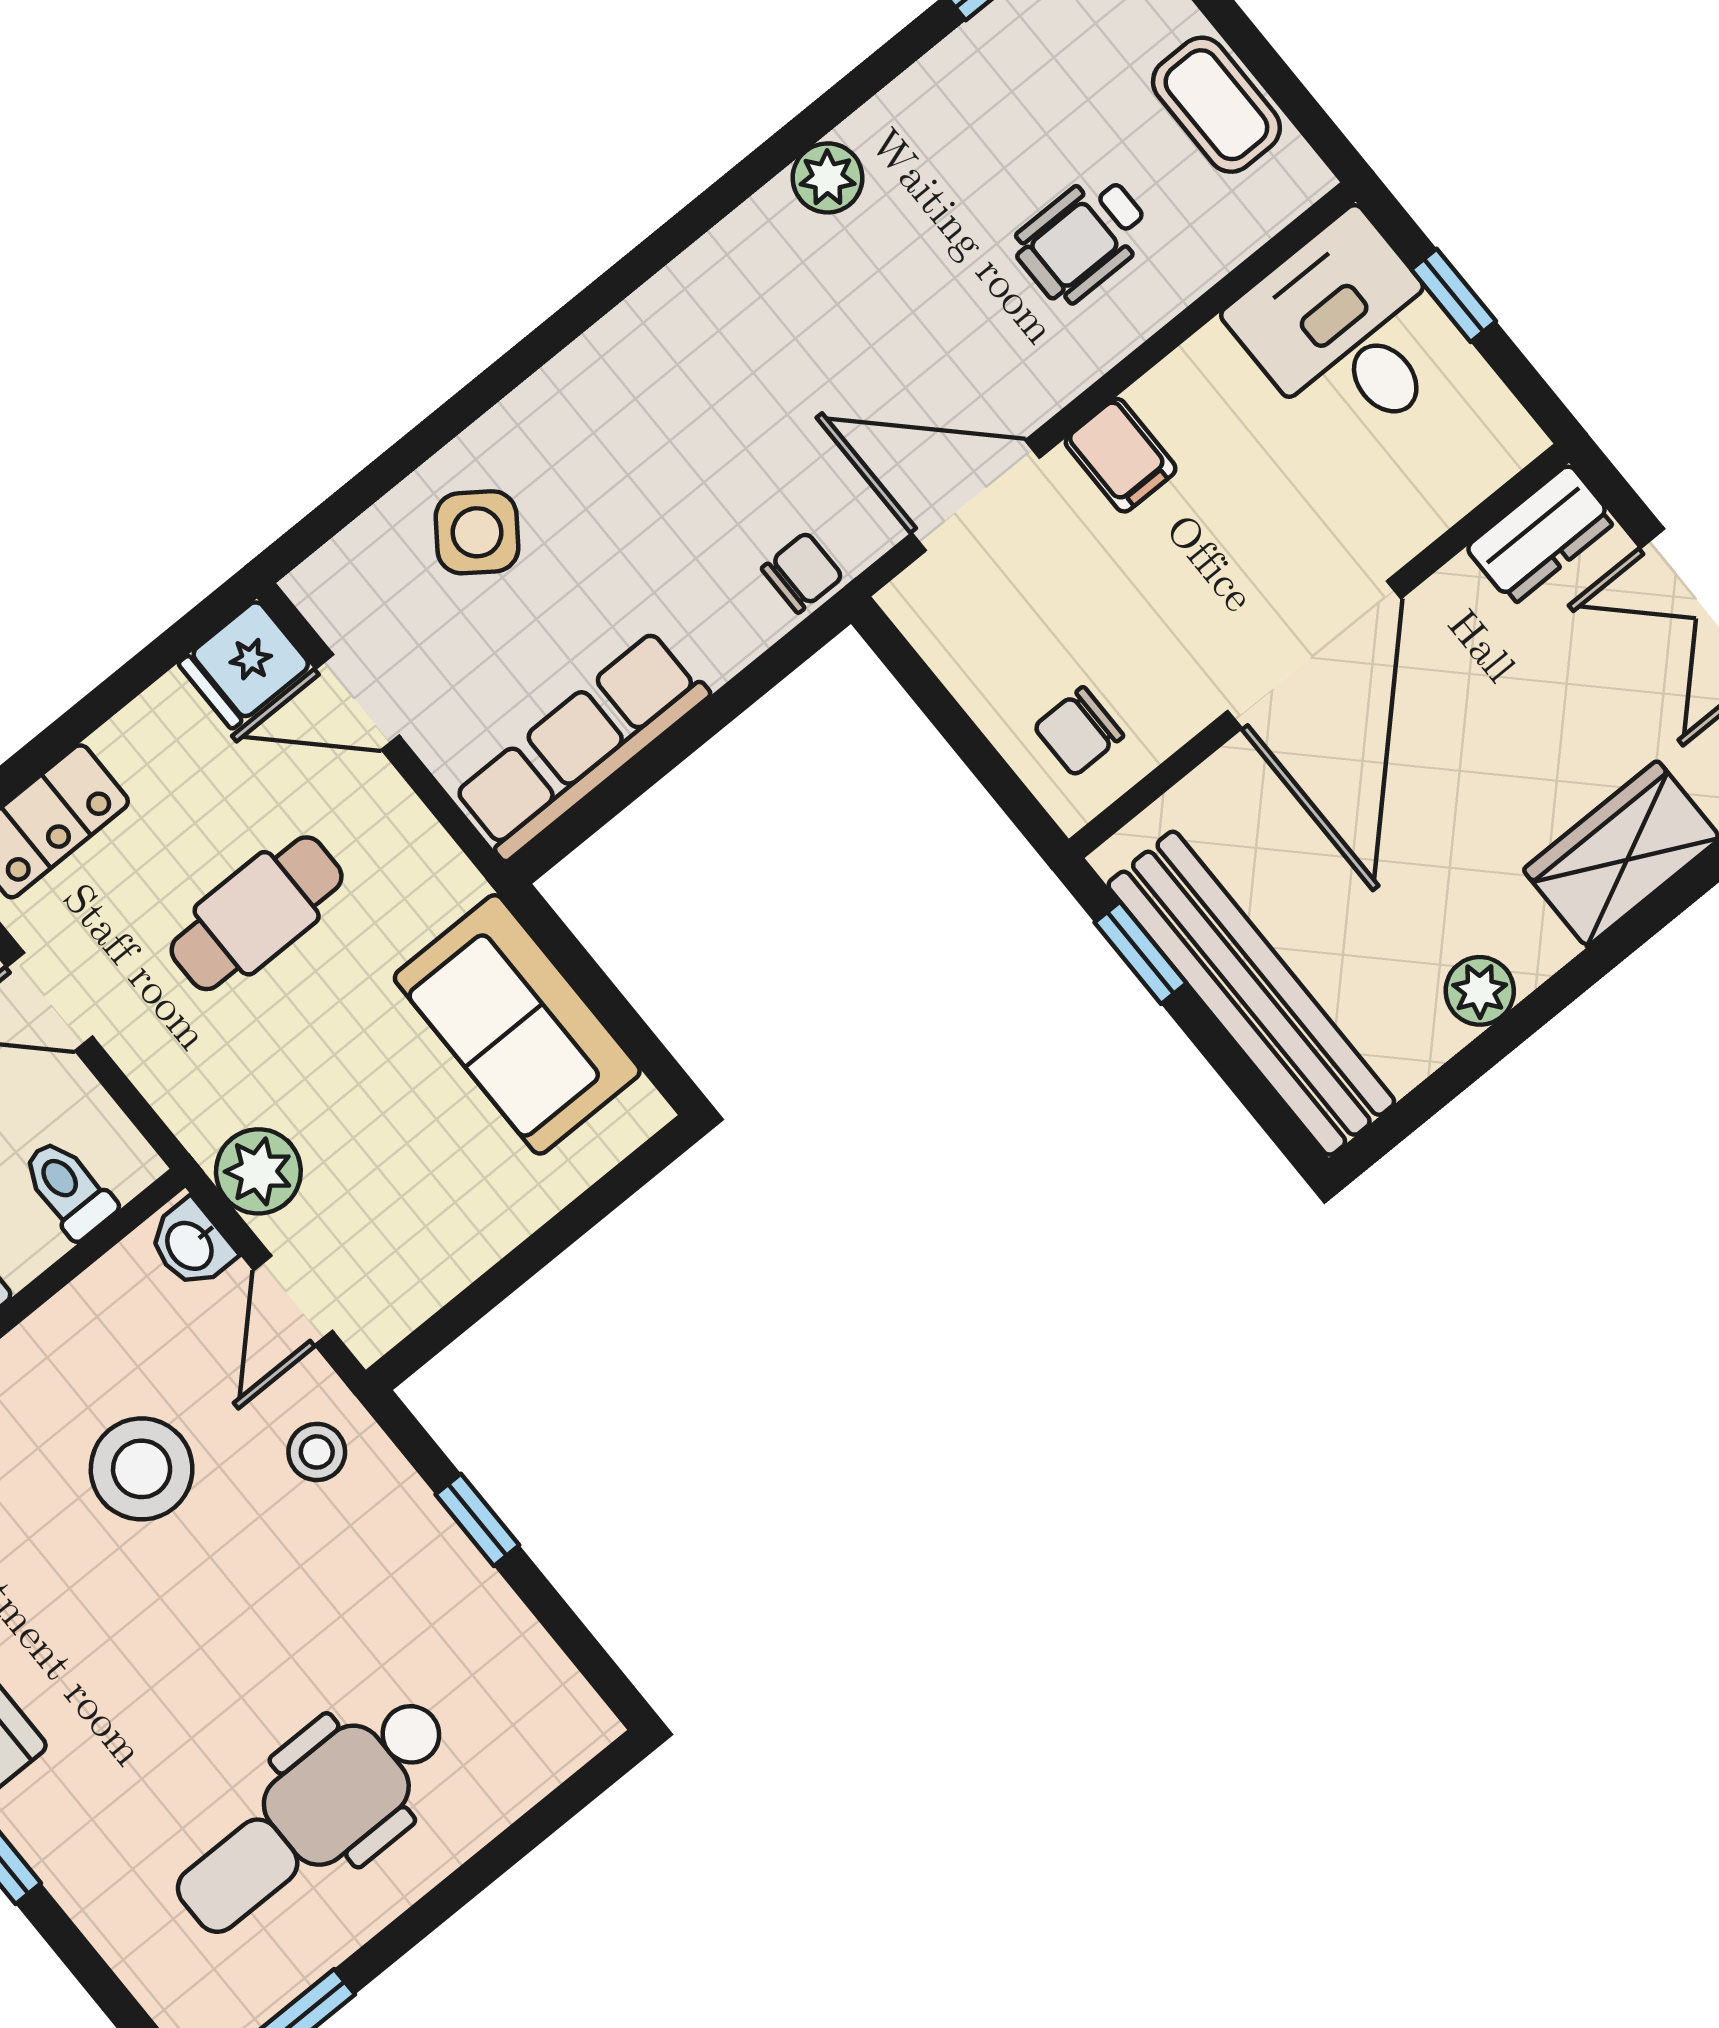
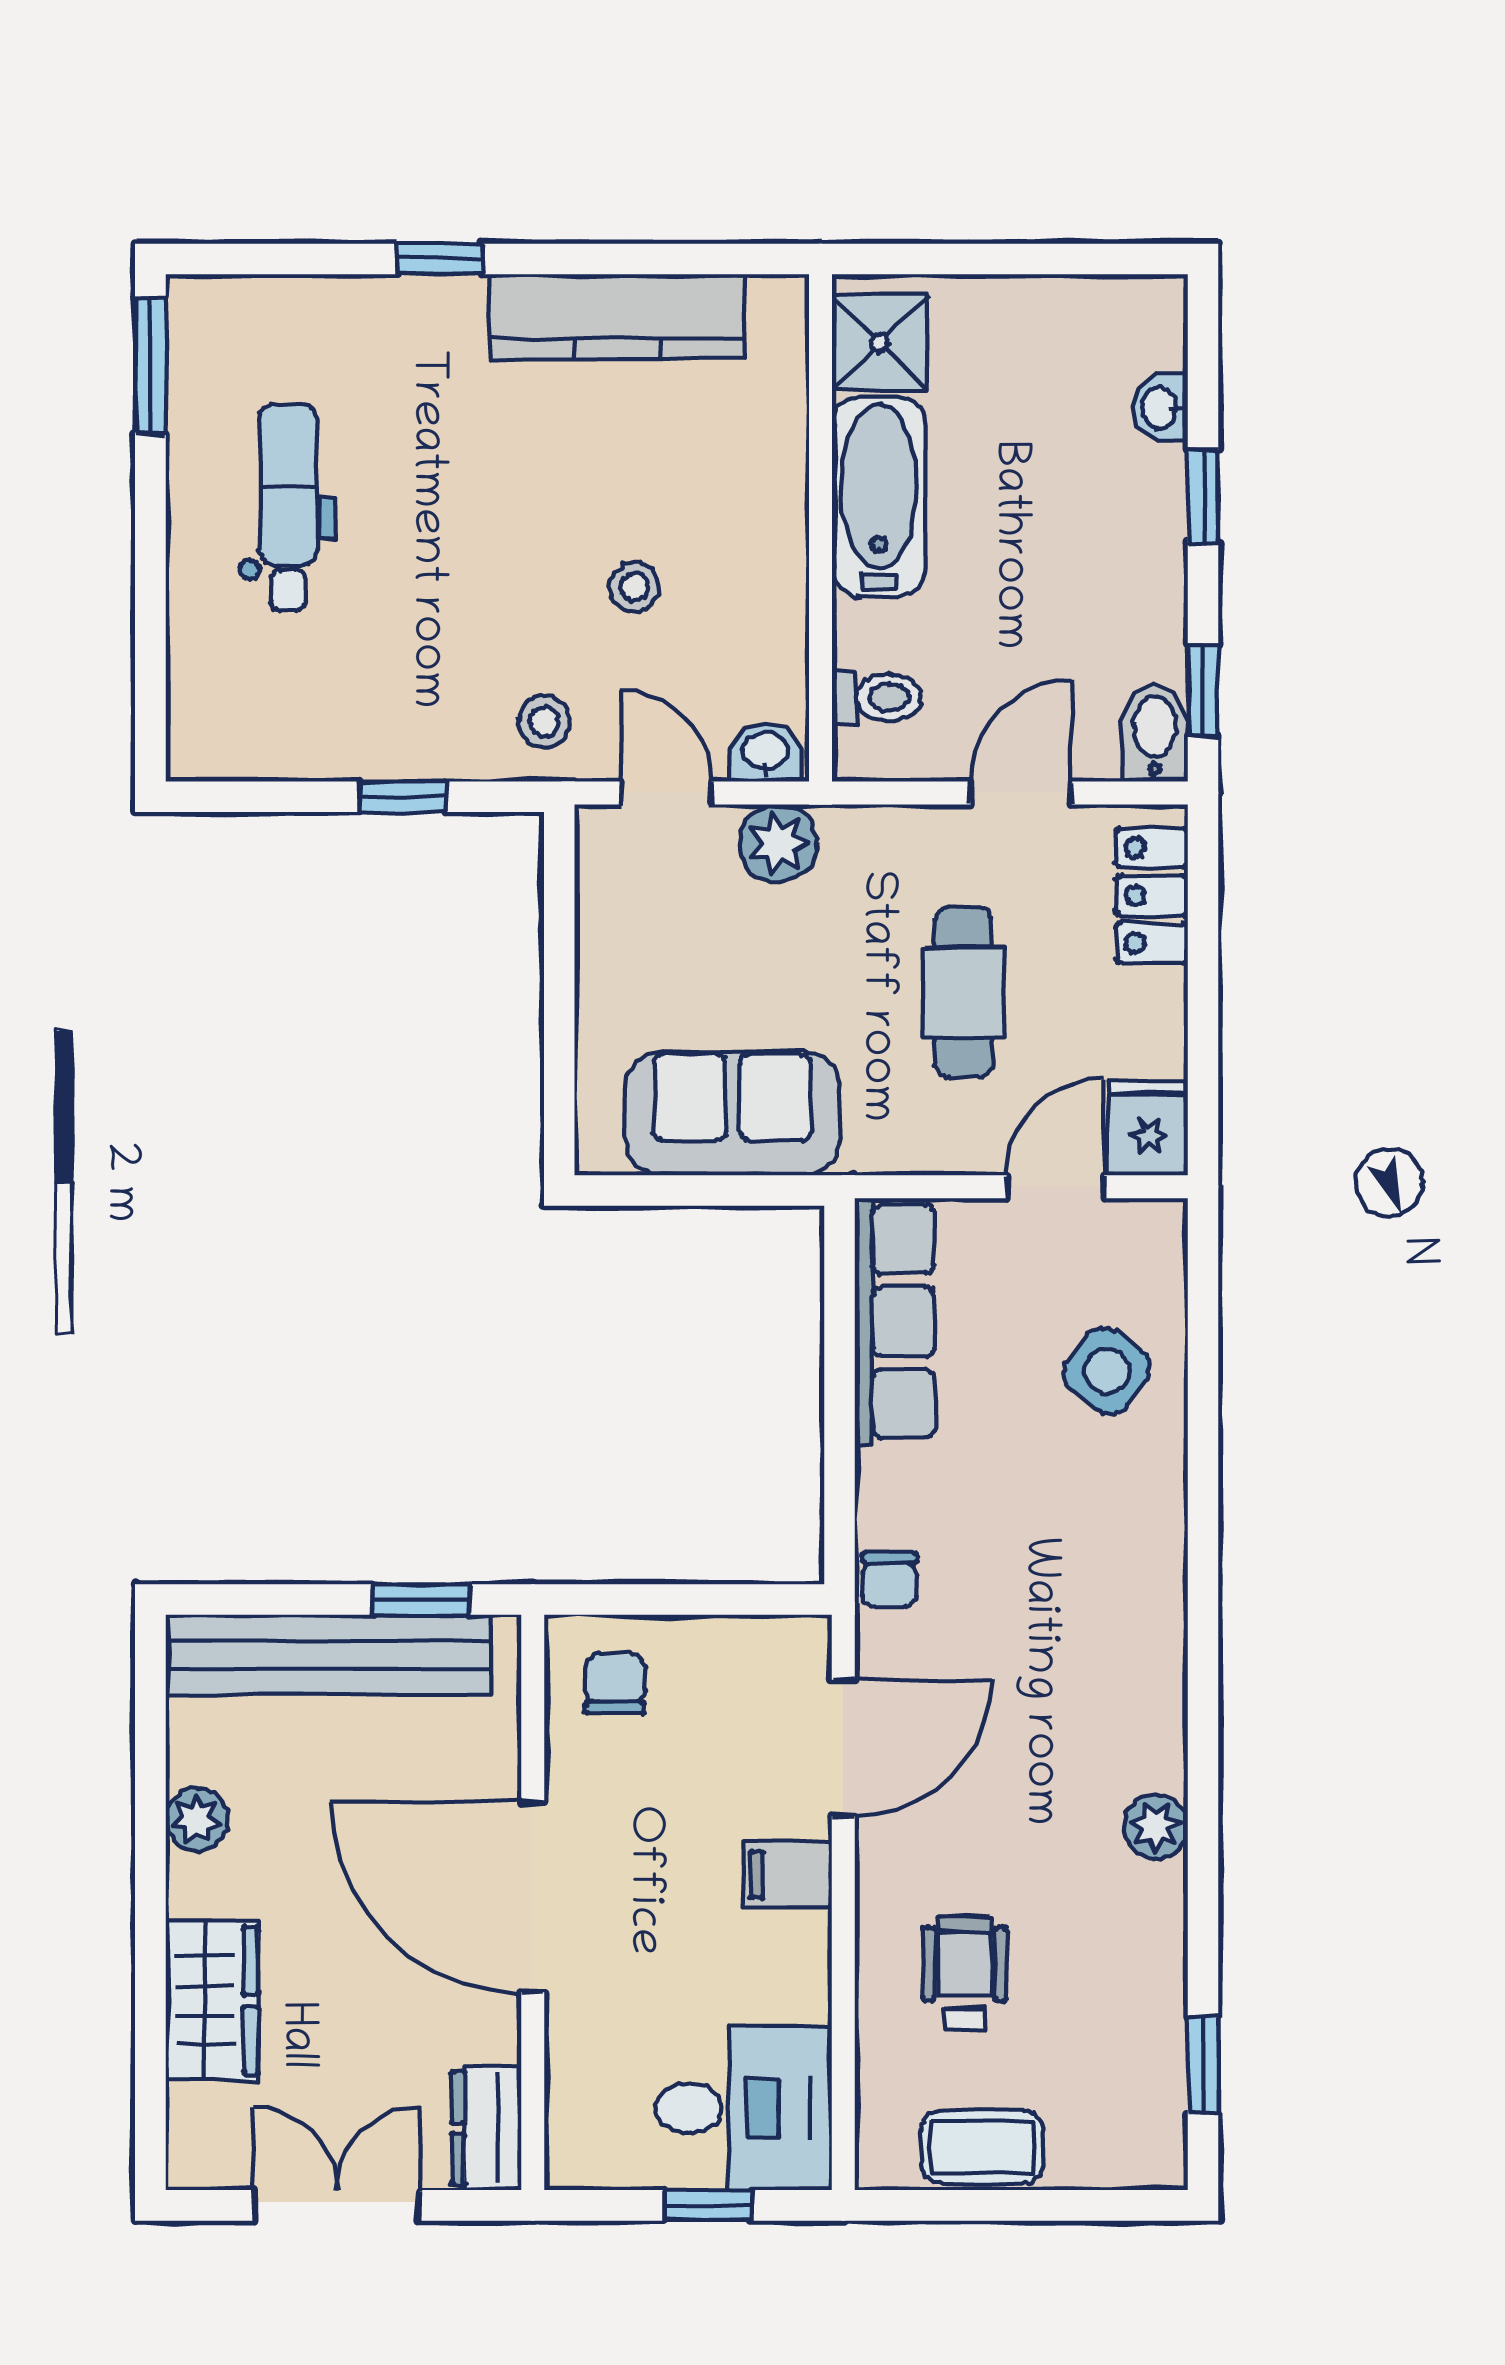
stool: (142, 1469) -> (634, 587), width x0.53, depth x0.53
dental chair: (312, 1815) -> (288, 507), width x0.73, depth x0.72

